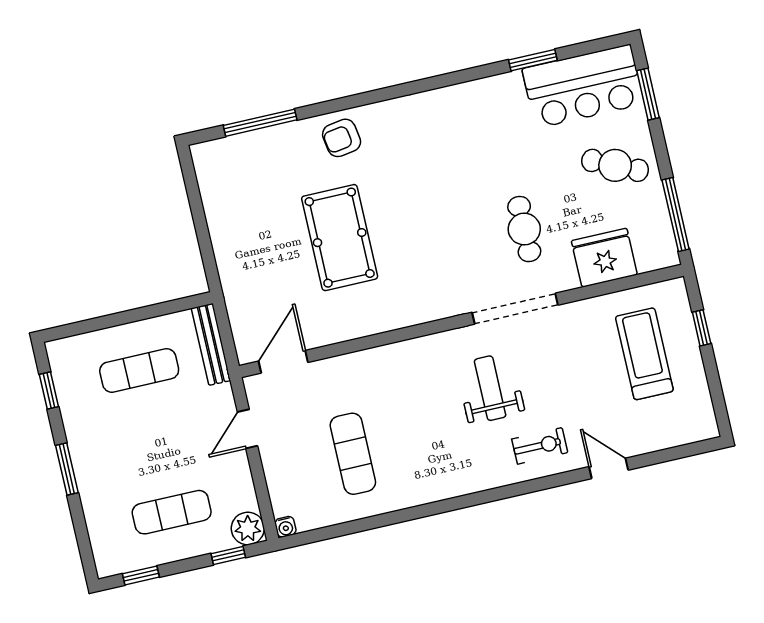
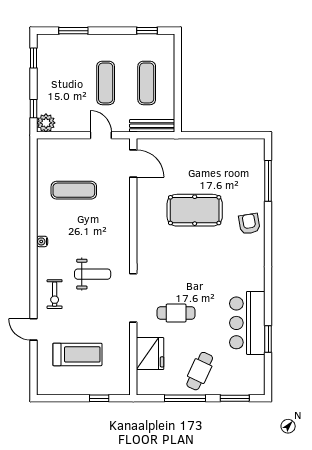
bar counter: (583, 86) -> (247, 323), moved
window: (676, 214) -> (185, 398), moved
treadmill: (644, 354) -> (77, 354), moved
door: (609, 468) -> (33, 329), swing flipped
window: (67, 469) -> (73, 31), moved
exercise mat: (172, 512) -> (106, 83), moved
water cooler: (285, 527) -> (42, 241), moved

